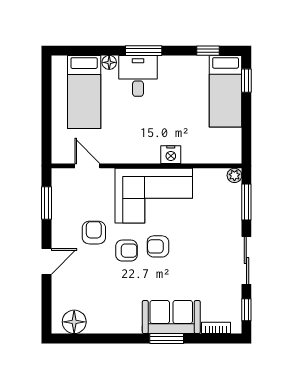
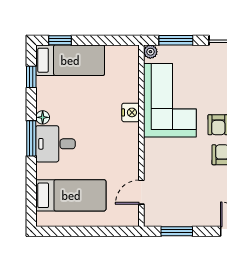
floor lamp: (109, 62) -> (43, 117), moved
corner sofa: (154, 196) -> (170, 100), moved
armchair: (94, 233) -> (205, 186), removed

